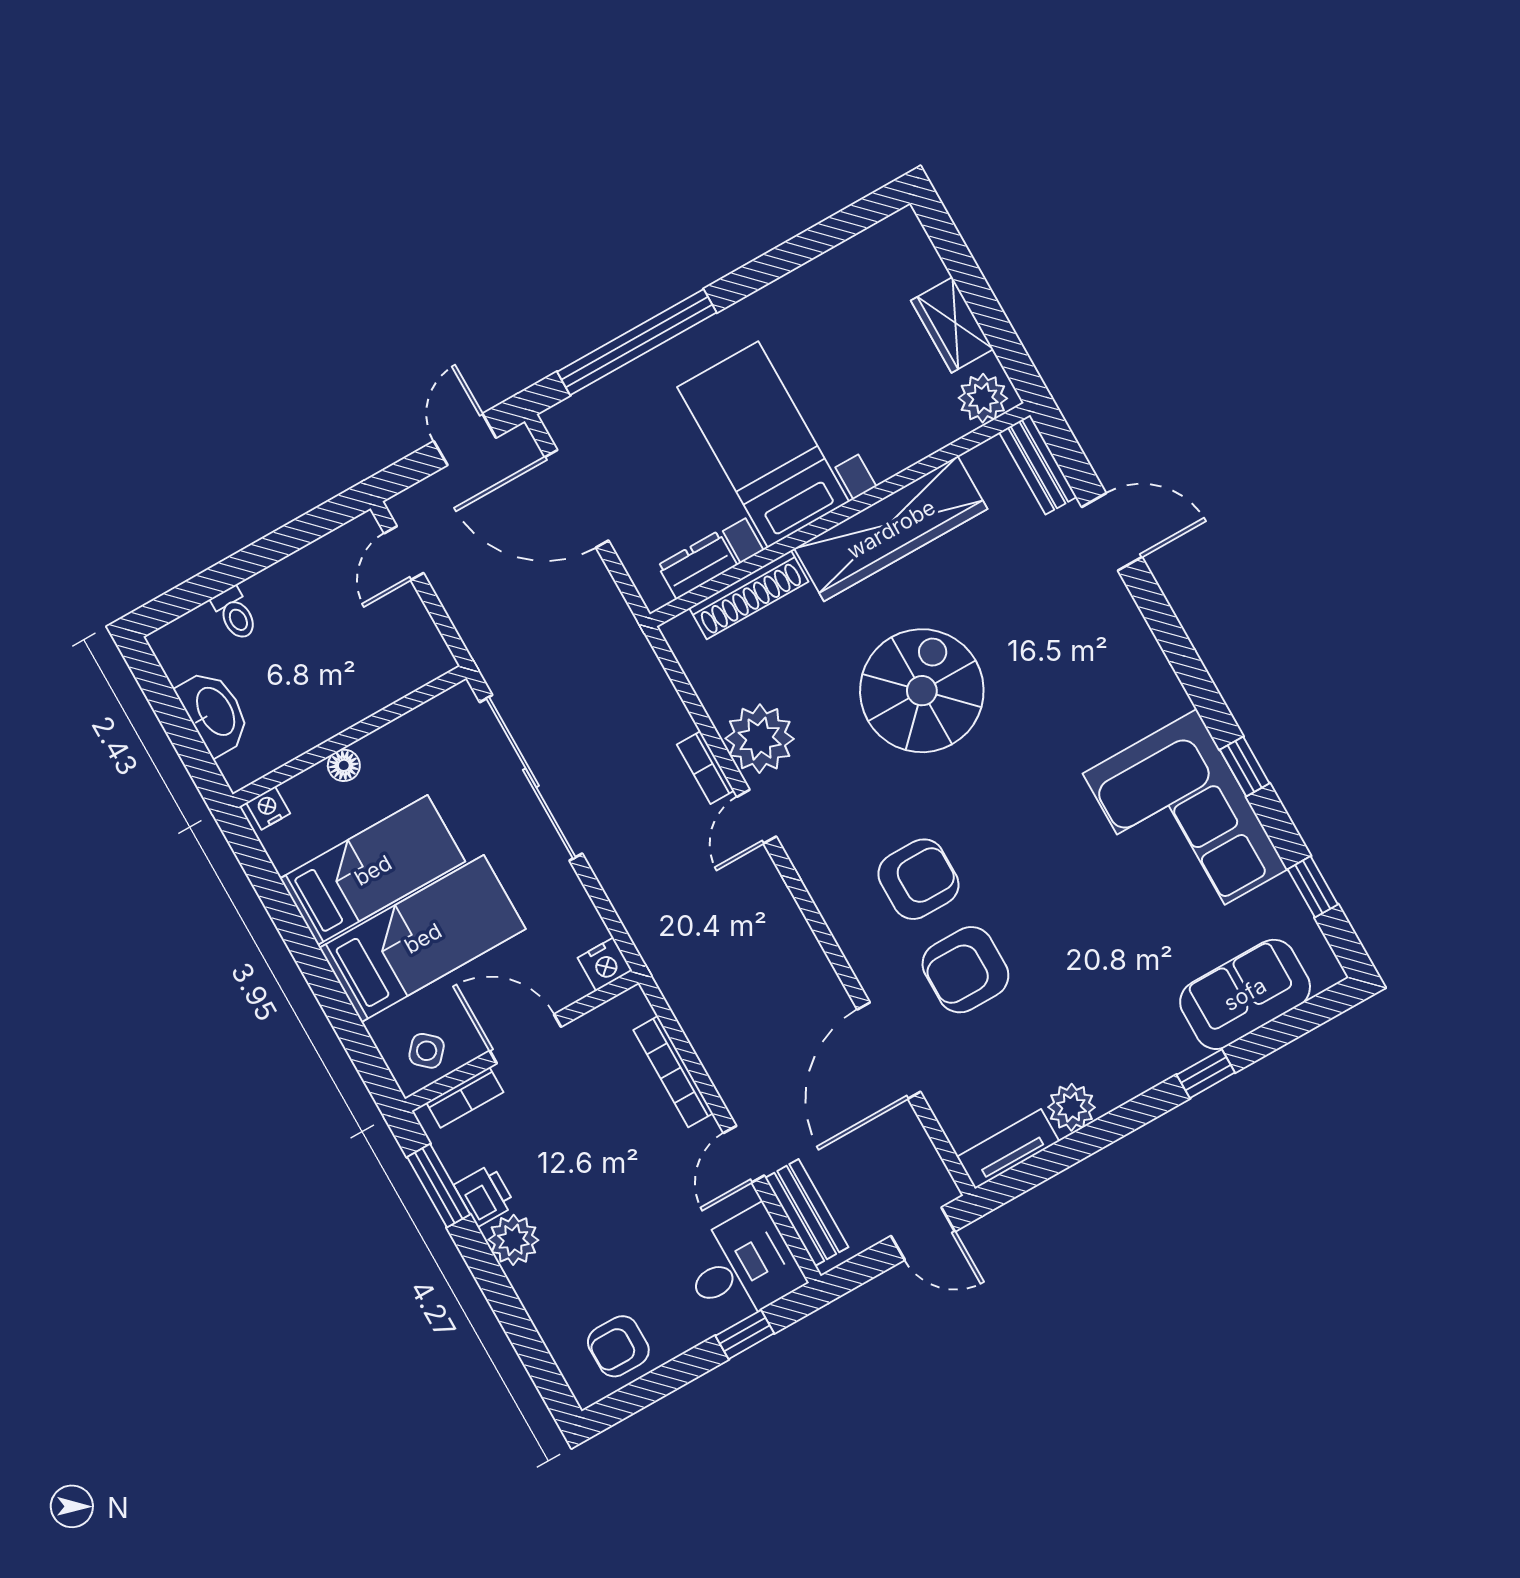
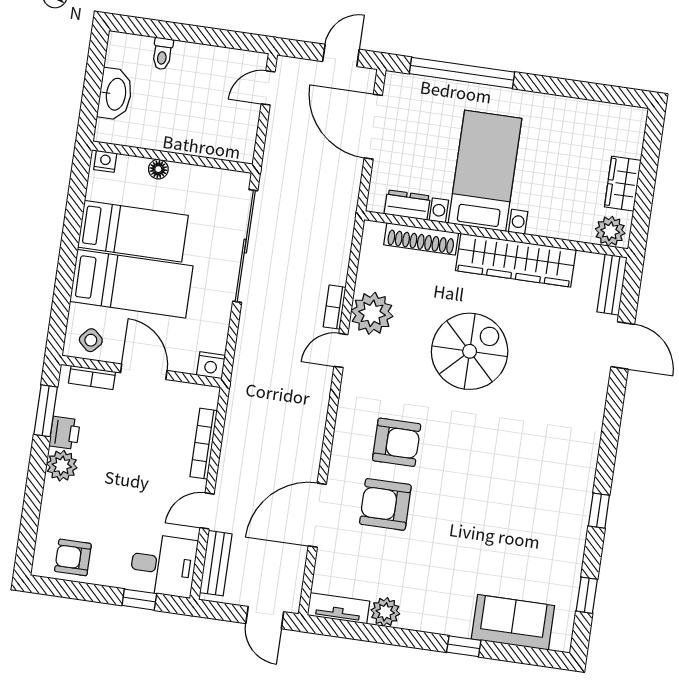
corner sofa: (1185, 821) -> (549, 515), removed

